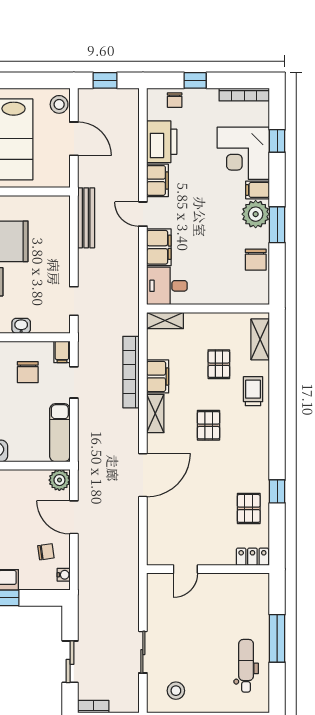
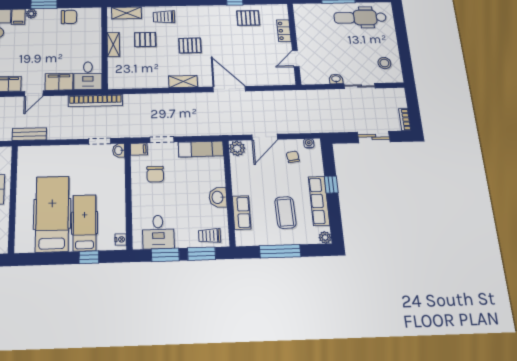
plant: (256, 214) -> (31, 14), width x0.53, depth x0.53
bench: (86, 218) -> (29, 134), width x0.73
shelving: (165, 320) -> (113, 45), moved
washbasin: (21, 326) -> (119, 150), moved
chair: (28, 372) -> (155, 174), turned 90
bookcase: (131, 372) -> (95, 100), moved
filing cabinet: (158, 376) -> (155, 81), removed
locker: (252, 557) -> (284, 31), moved
door: (185, 569) -> (296, 59), swing flipped
washbasin: (154, 621) -> (336, 79), added
dental chair: (246, 666) -> (360, 18), width x1.36, depth x1.38

